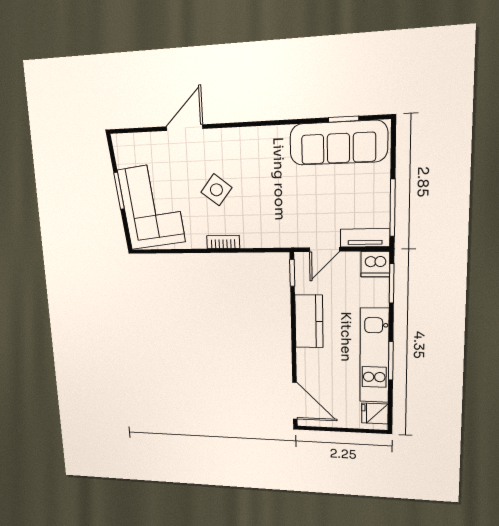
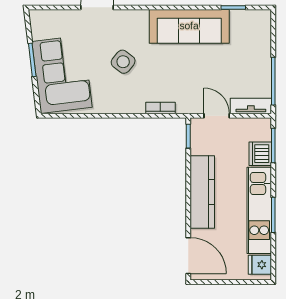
sofa: (338, 143) -> (189, 26), moved
bookcase: (223, 242) -> (160, 108), moved
door: (324, 250) -> (217, 116), swing flipped
dishwasher: (375, 264) -> (260, 154), moved, turned 90
kitchen counter: (309, 321) -> (202, 192), width x1.50

